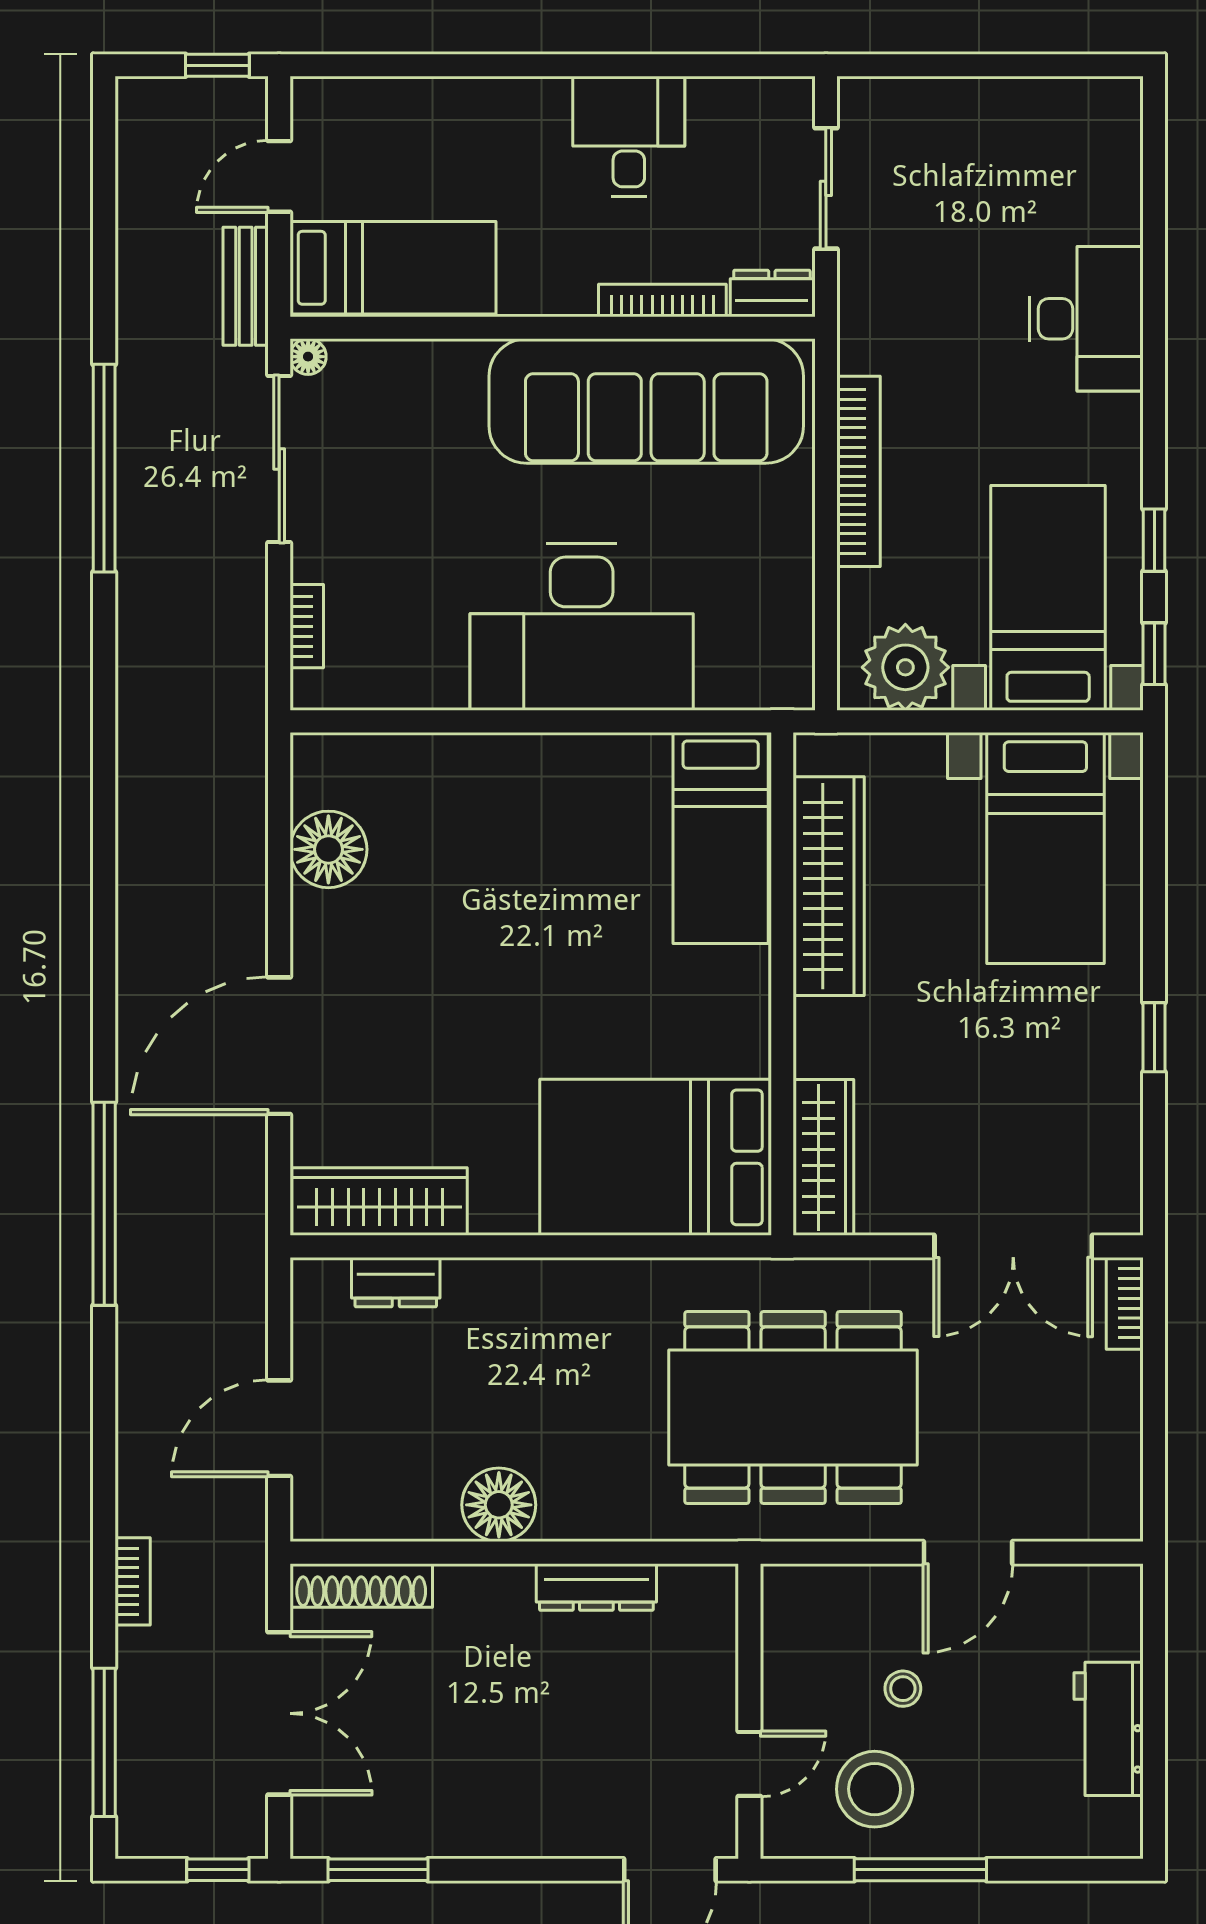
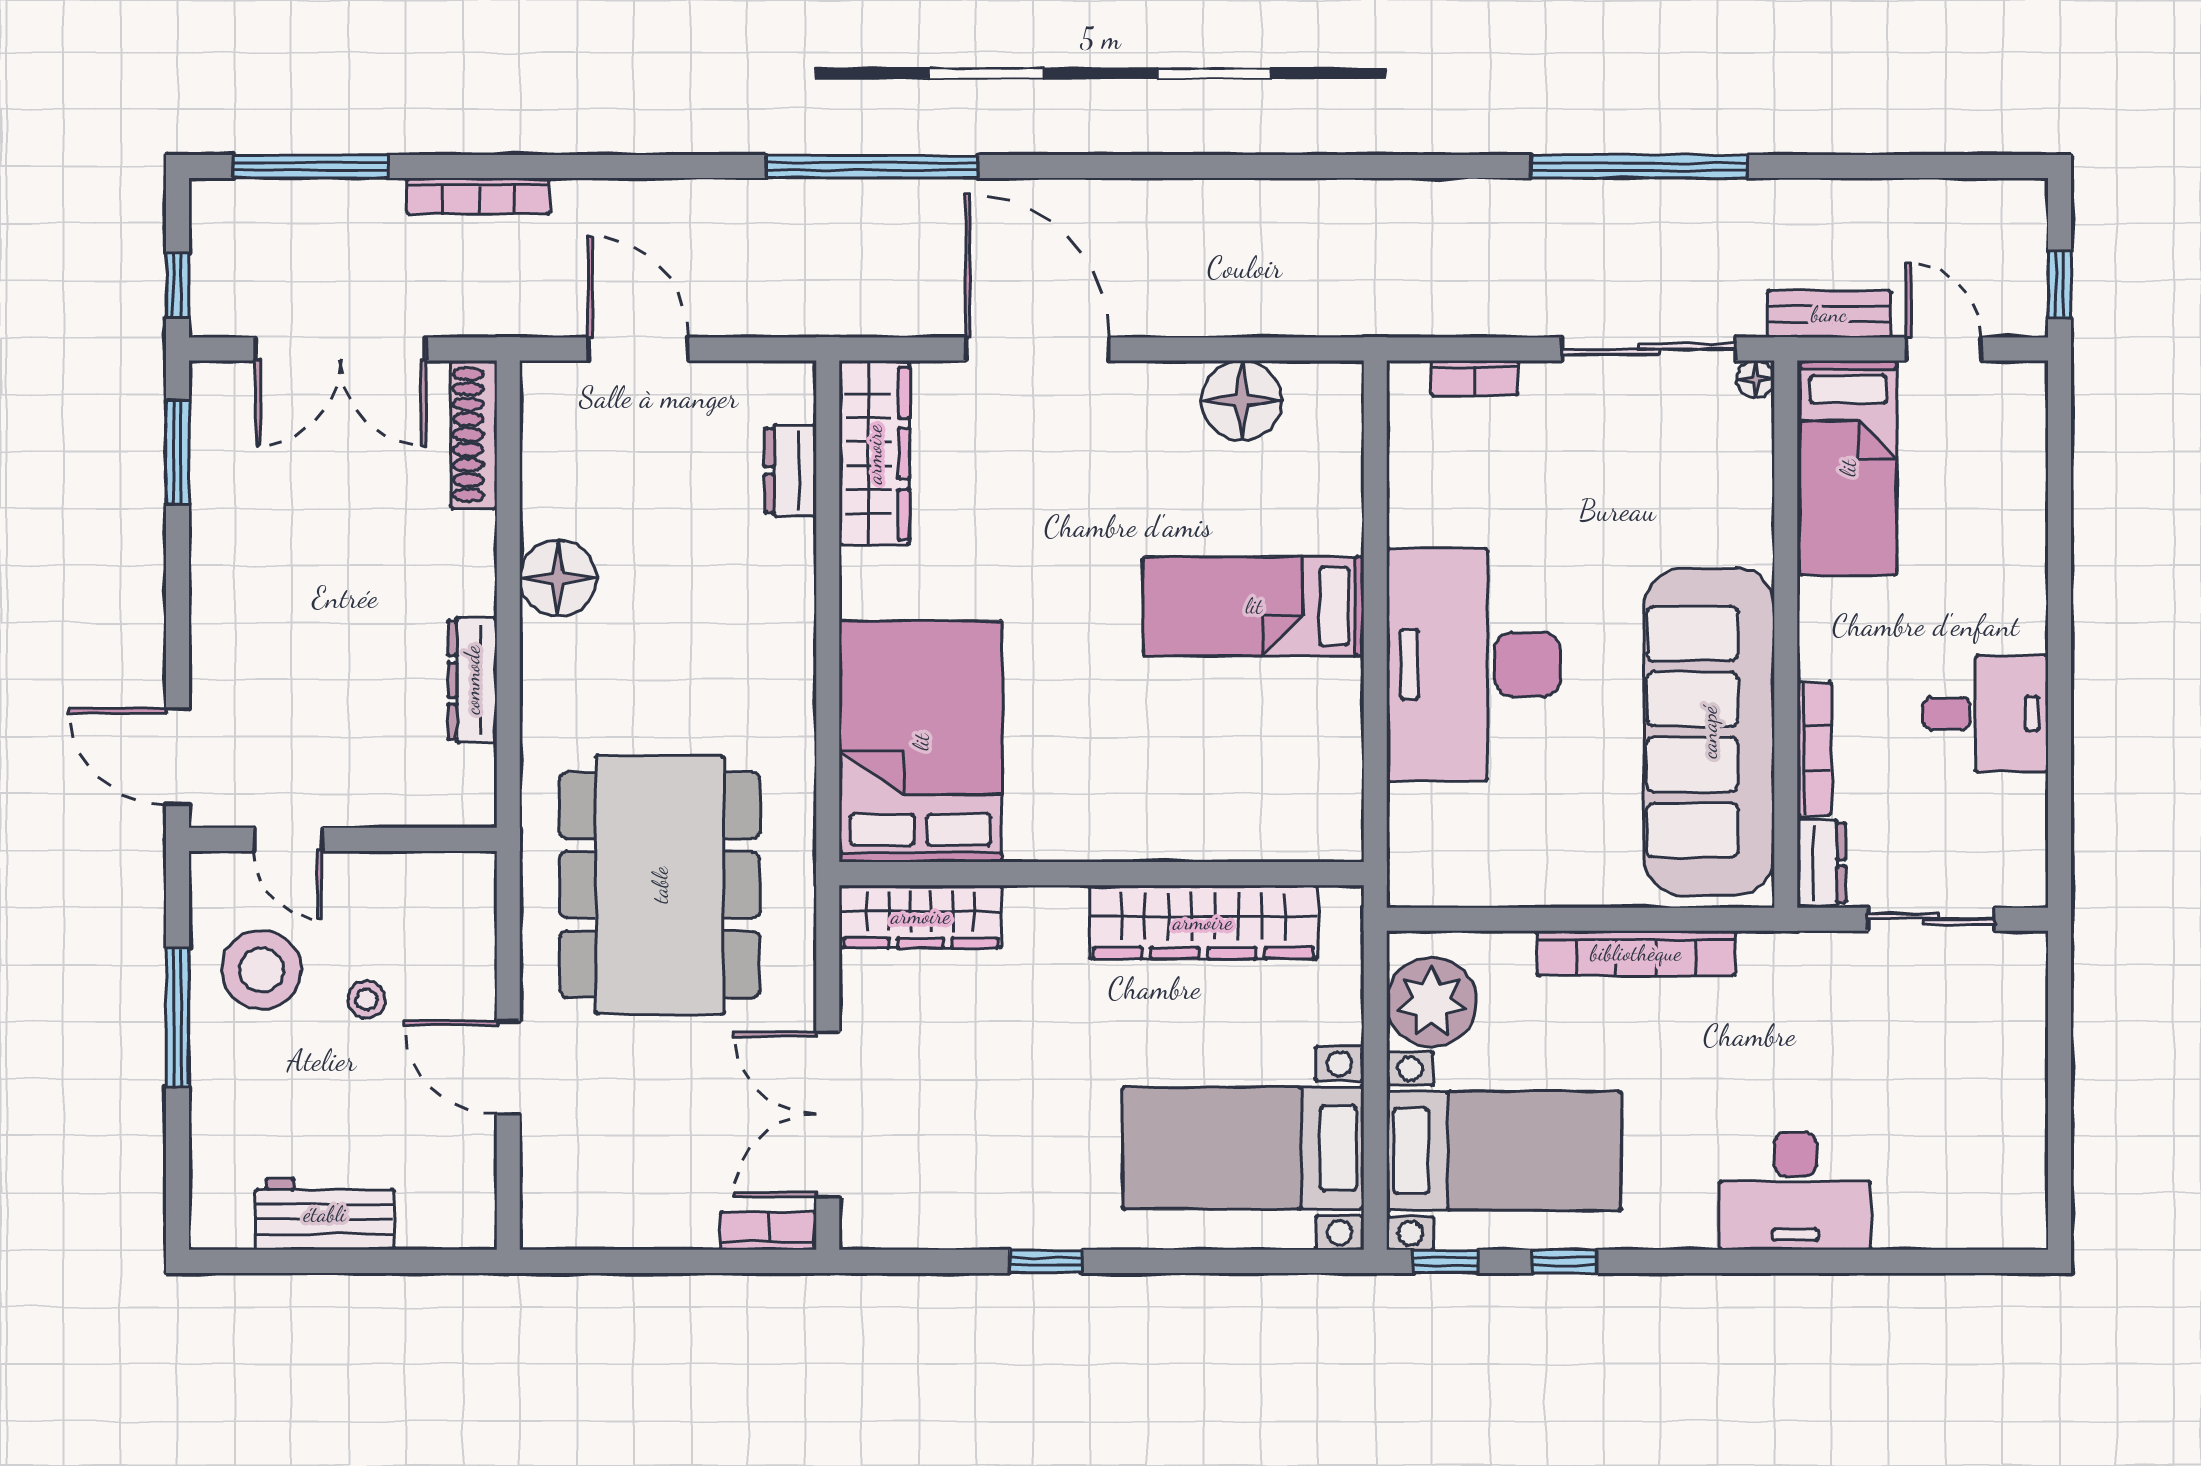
bed: (721, 838) -> (1254, 606), moved
bookcase: (133, 1581) -> (478, 196), width x1.56

